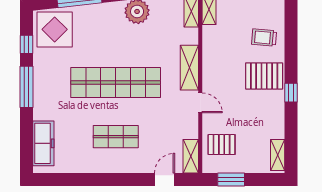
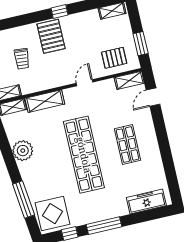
trolley: (264, 38) -> (22, 59), moved
shelving: (189, 68) -> (45, 101), moved
pallet: (222, 145) -> (114, 58), turned 90
door: (165, 180) -> (153, 97), hinge flipped

